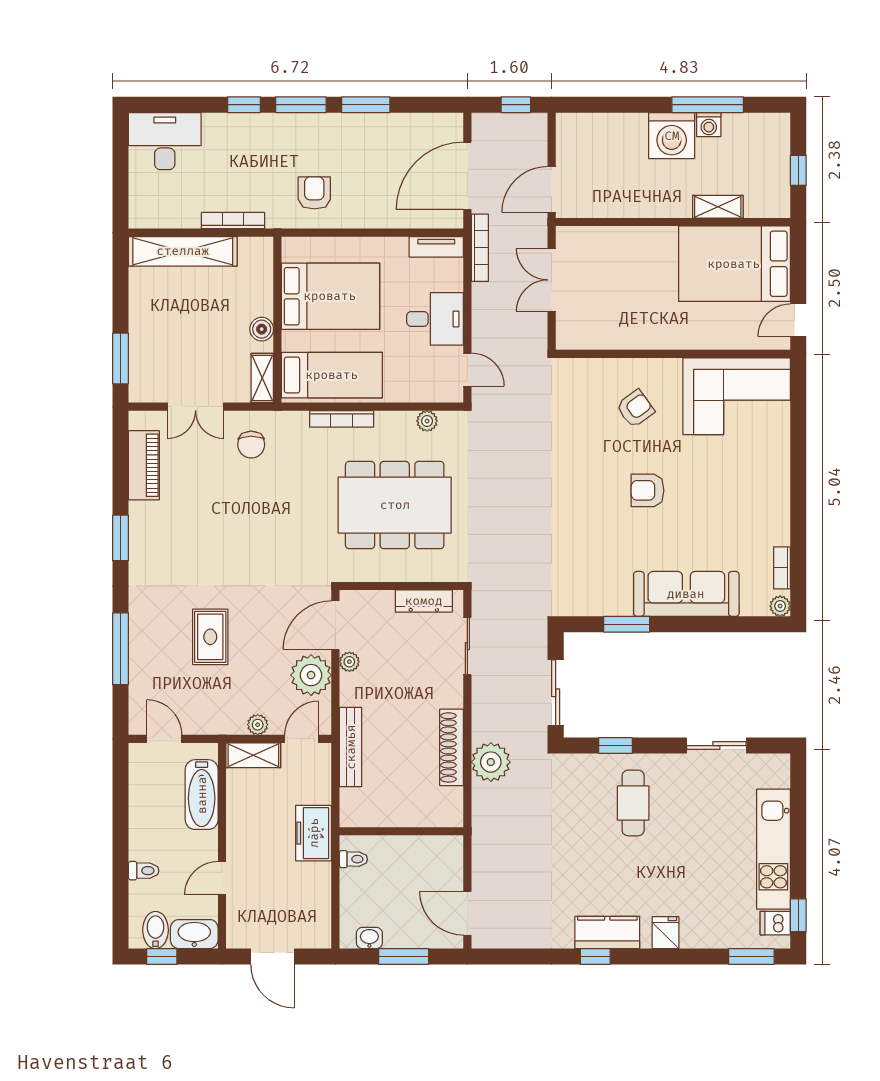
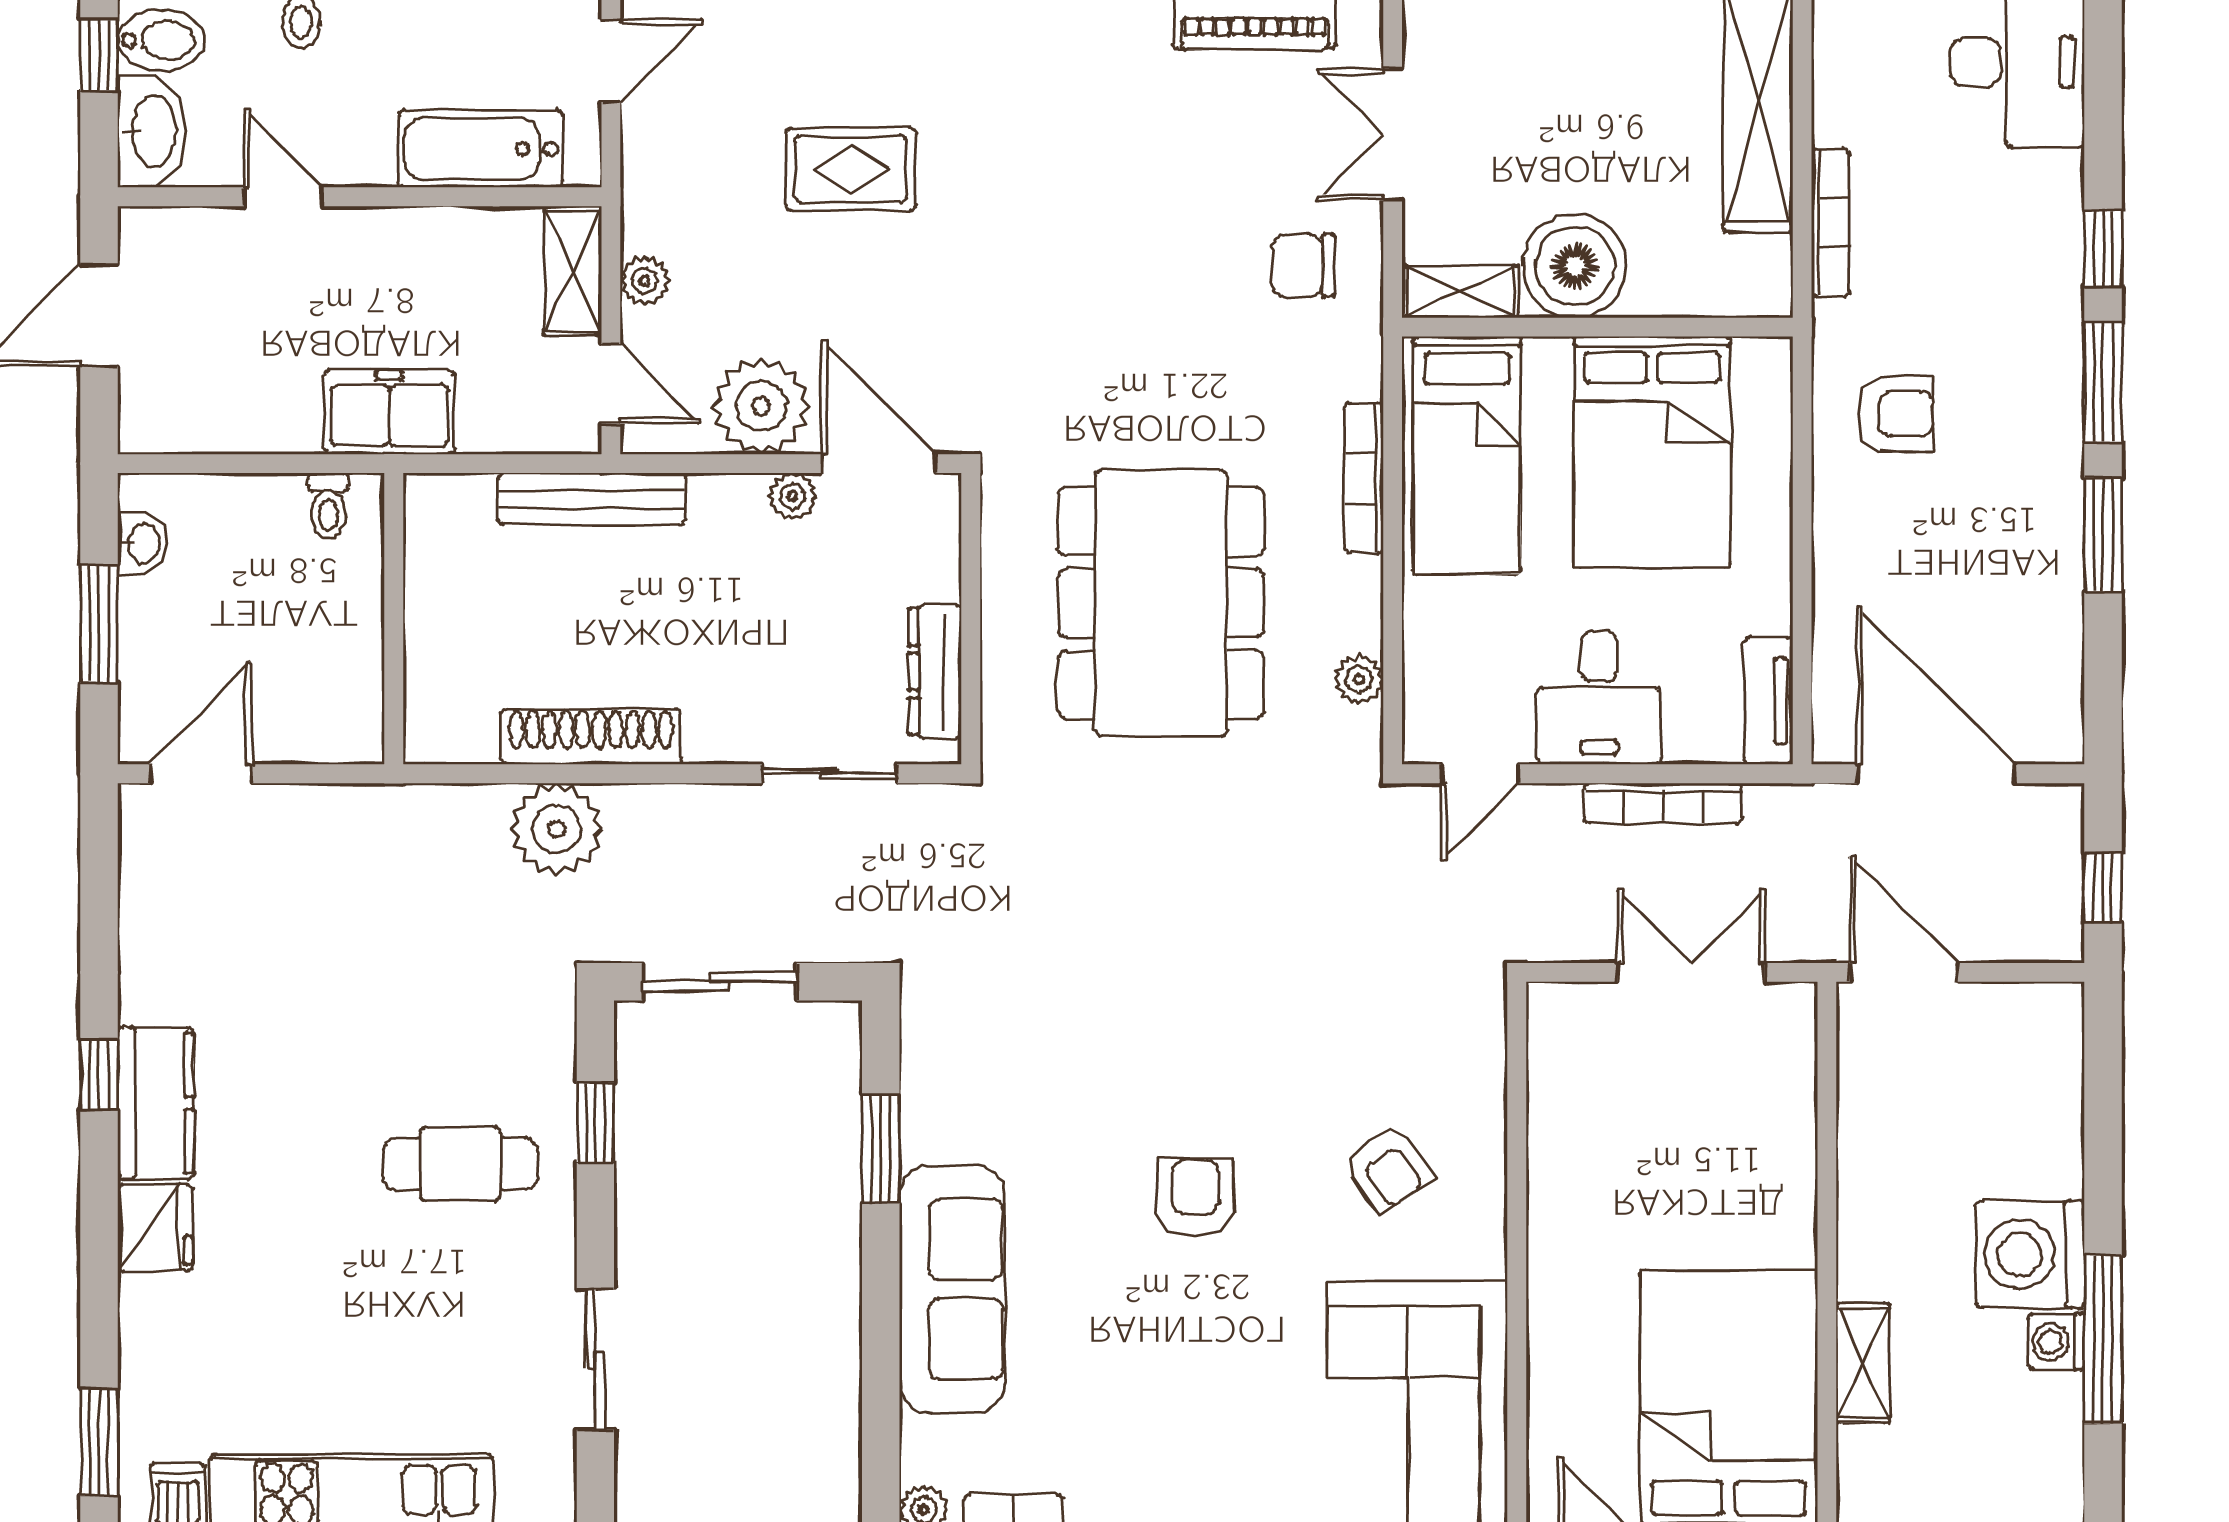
bookcase: (480, 248) -> (1663, 803), moved
boiler: (262, 329) -> (1575, 266), width x1.86, depth x1.86
fridge: (665, 933) -> (155, 1228), width x1.38

